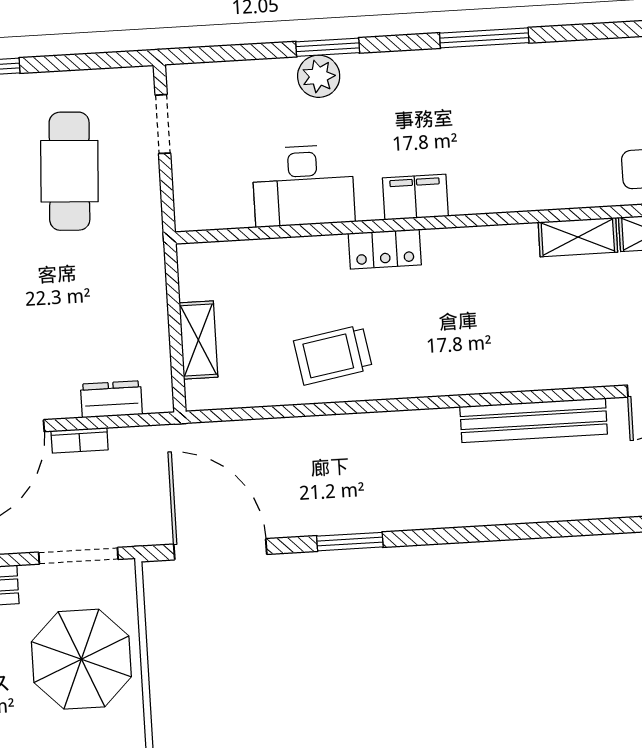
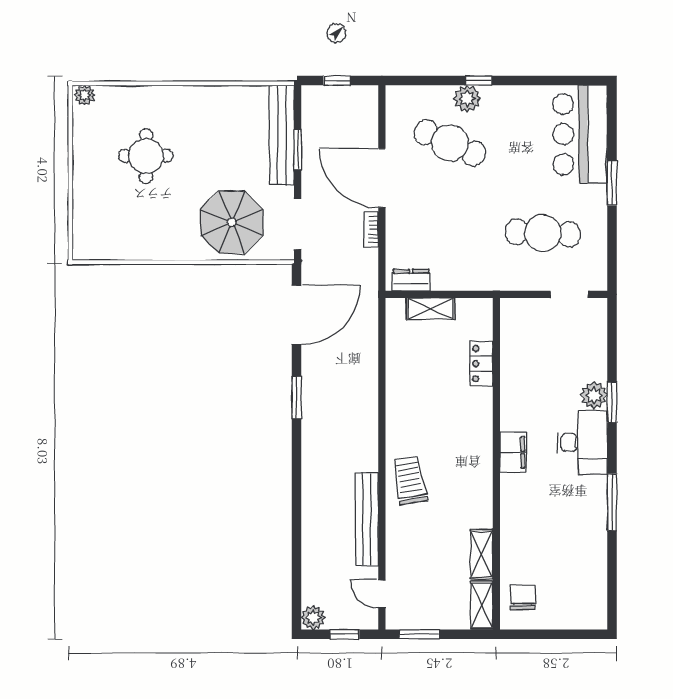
desk: (303, 186) -> (582, 442), moved, turned 180
locker: (385, 249) -> (481, 363), moved
trolley: (333, 355) -> (410, 480), moved
dresser: (111, 399) -> (411, 280), moved, turned -90

